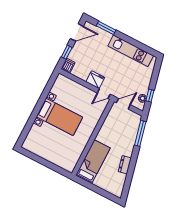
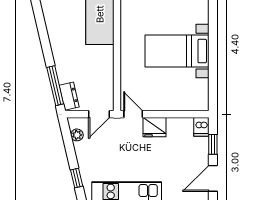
door: (104, 94) -> (133, 114), hinge flipped
window: (150, 96) -> (77, 178), moved
dresser: (125, 165) -> (69, 96), moved

